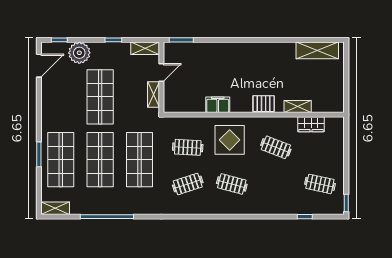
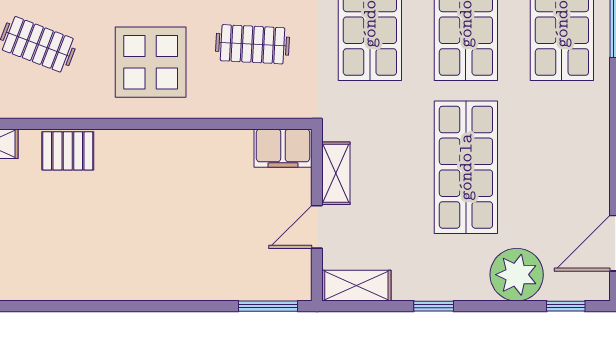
filing cabinet: (218, 105) -> (283, 148), moved

